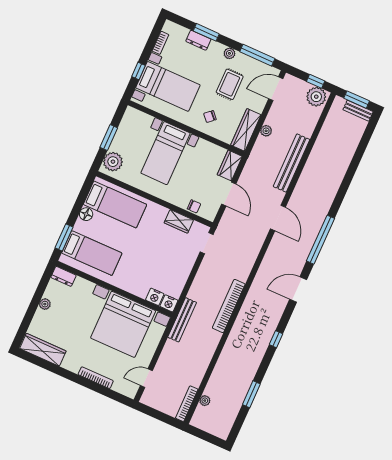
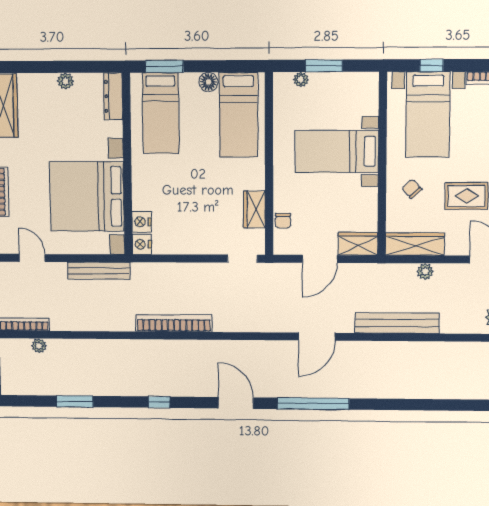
plant: (113, 162) -> (301, 80), width x0.53, depth x0.53
dresser: (63, 276) -> (113, 96), width x1.44
bench: (182, 320) -> (99, 271), moved

